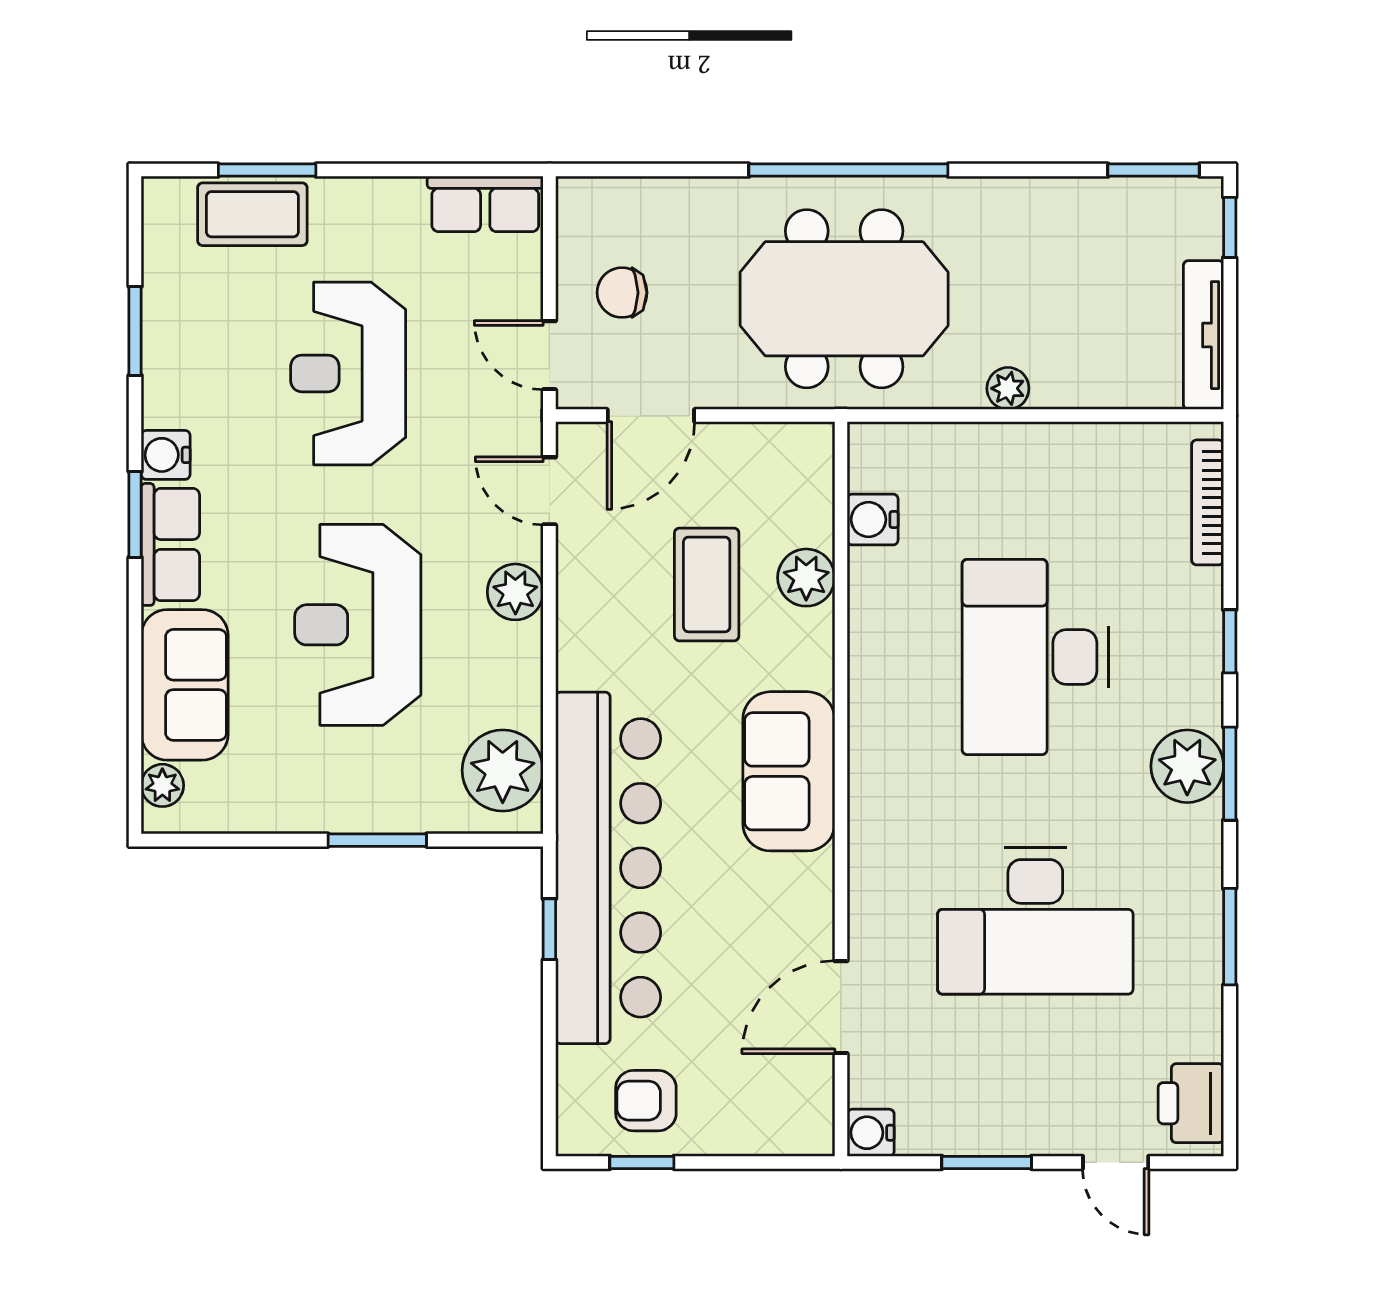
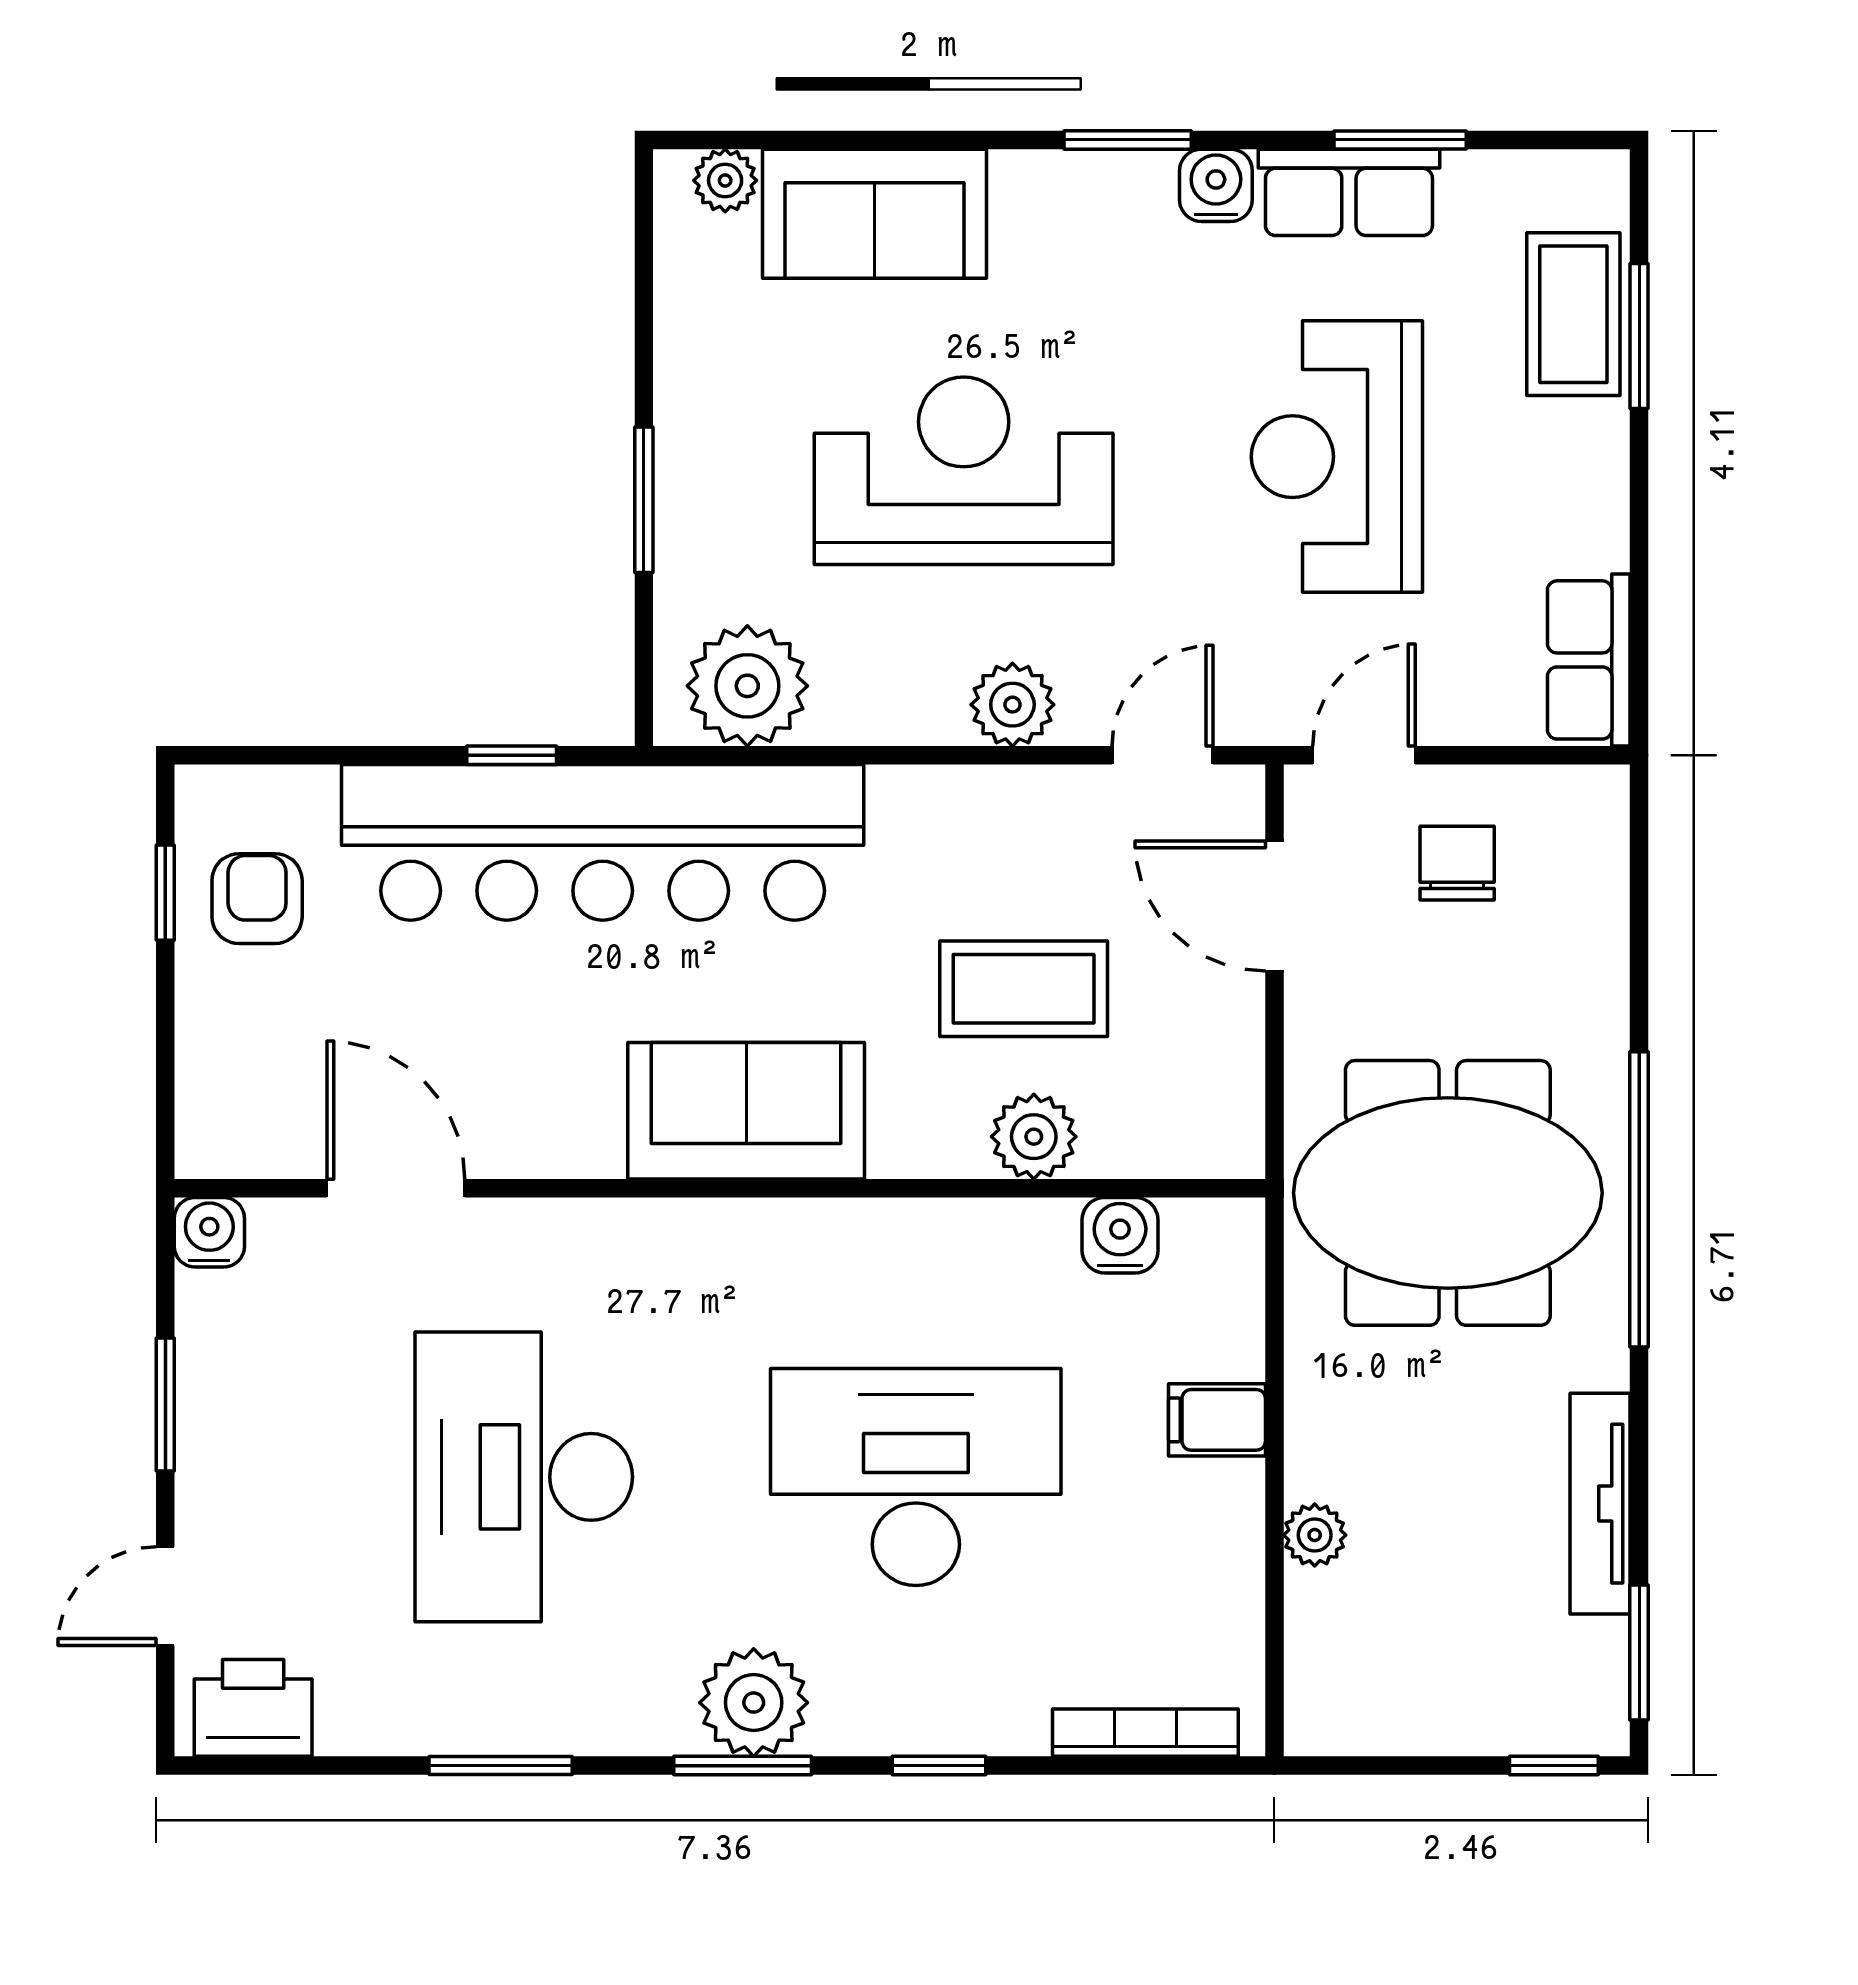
meeting table: (844, 299) -> (1448, 1193), turned 90
tv unit: (1203, 335) -> (1600, 1504), moved, turned -90
reception desk: (348, 373) -> (1337, 457), turned -90
plant: (1008, 388) -> (1315, 1535), moved
filing cabinet: (997, 454) -> (1217, 1420), added
row of seats: (170, 544) -> (1349, 192), moved

